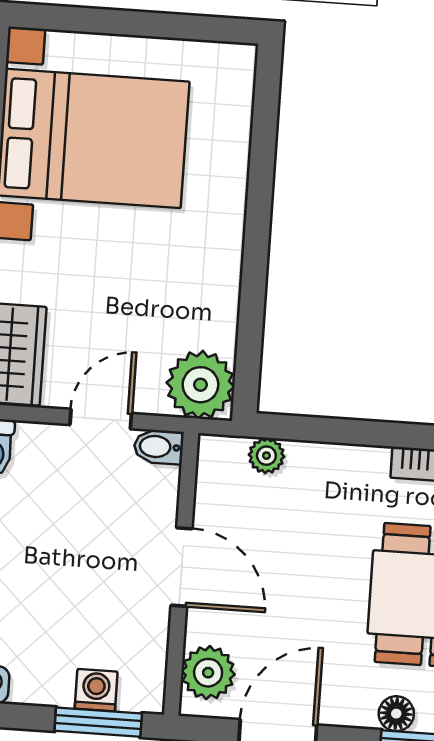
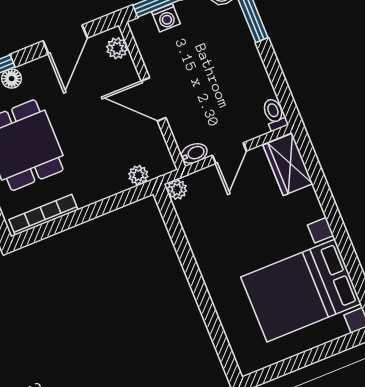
plant: (200, 385) -> (177, 189), width x0.53, depth x0.53
plant: (208, 673) -> (117, 48), width x0.73, depth x0.73

